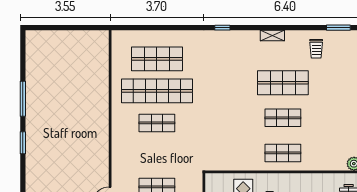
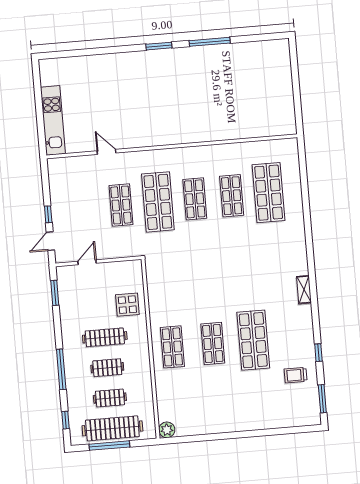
window: (222, 28) -> (318, 353), moved
shelving: (272, 35) -> (304, 290), moved
shop shelf: (157, 91) -> (232, 196), width x0.50, depth x0.74
shop shelf: (157, 155) -> (158, 202), added

